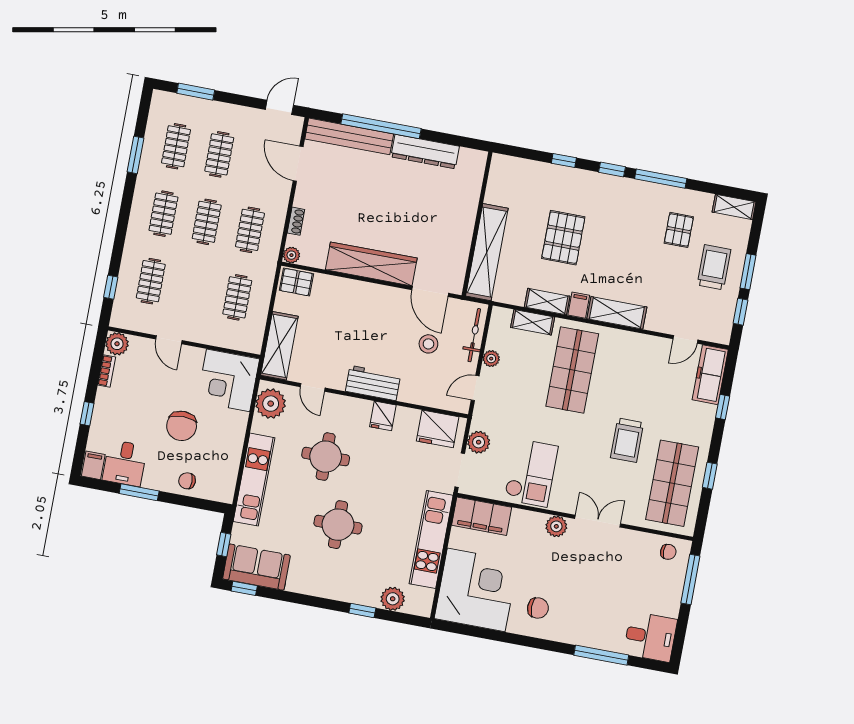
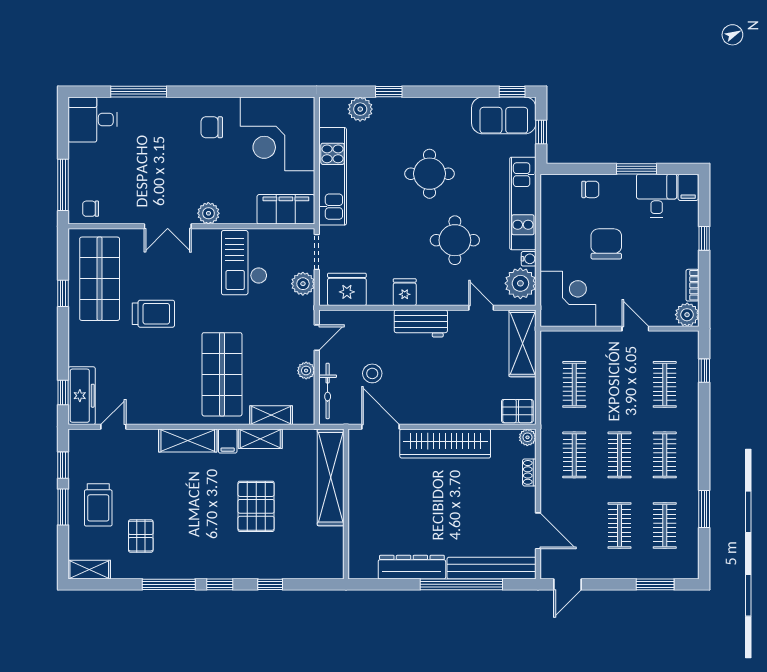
window: (723, 407) -> (63, 393), moved
water cooler: (258, 426) -> (529, 259), added
trolley: (627, 440) -> (153, 314), turned 90

